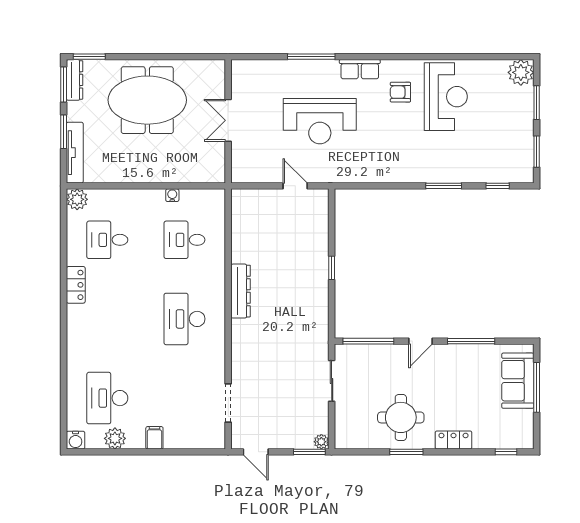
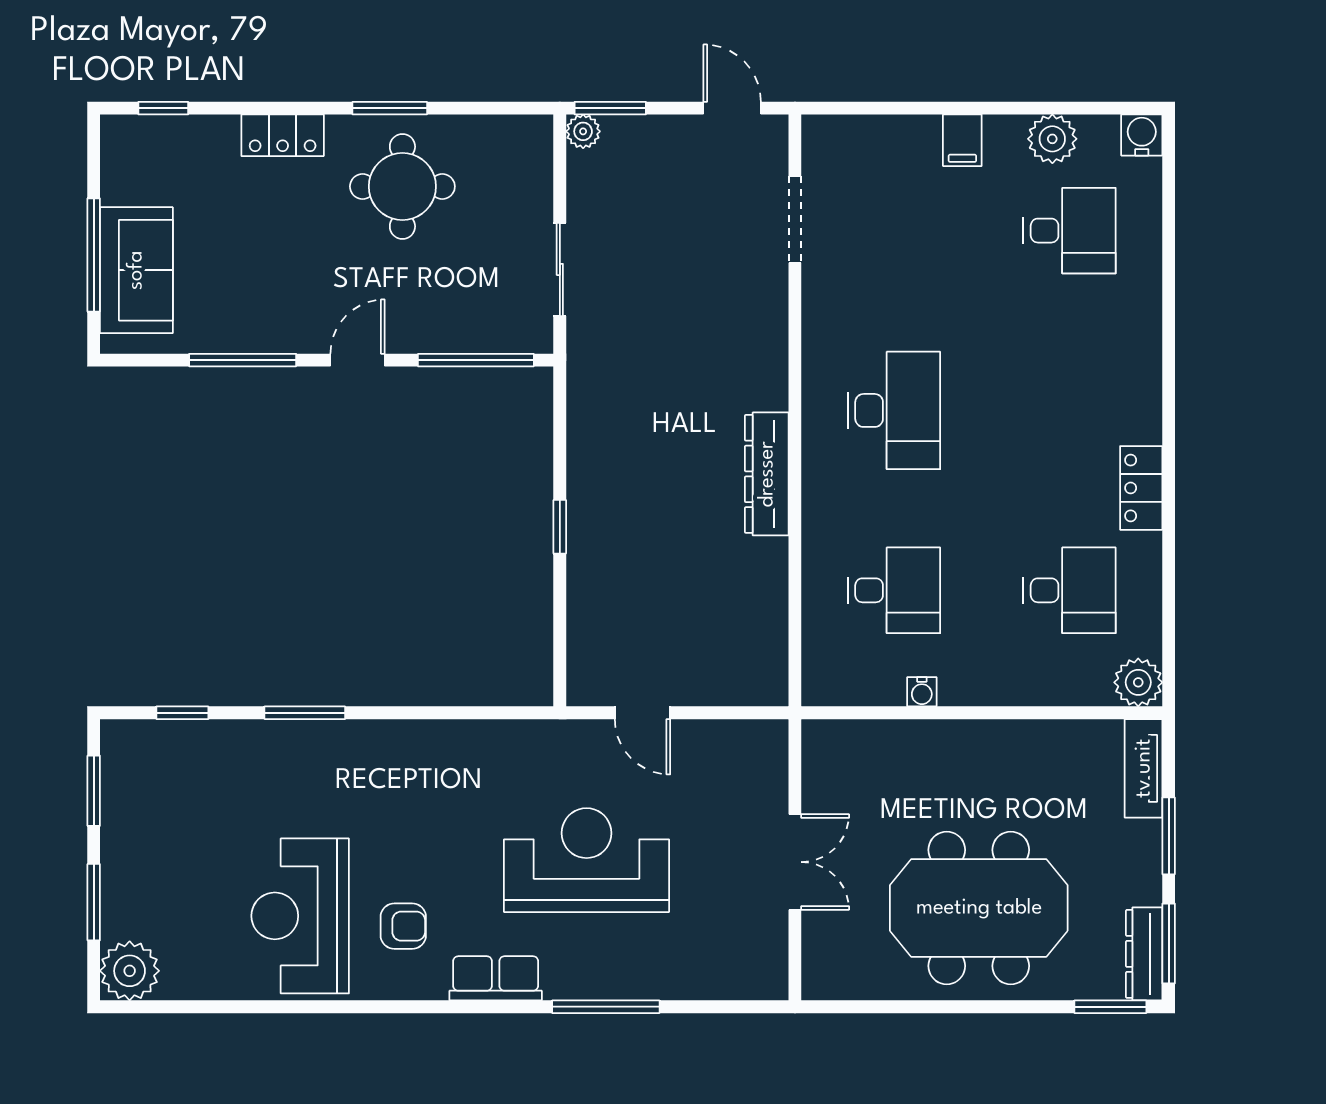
tv unit: (75, 153) -> (1144, 768), width x0.71
desk: (107, 398) -> (1070, 231), width x0.73

